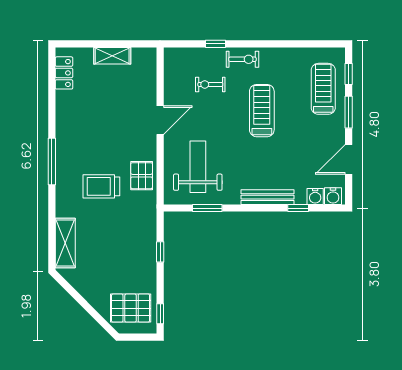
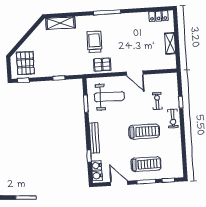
treadmill: (323, 89) -> (146, 164), moved

